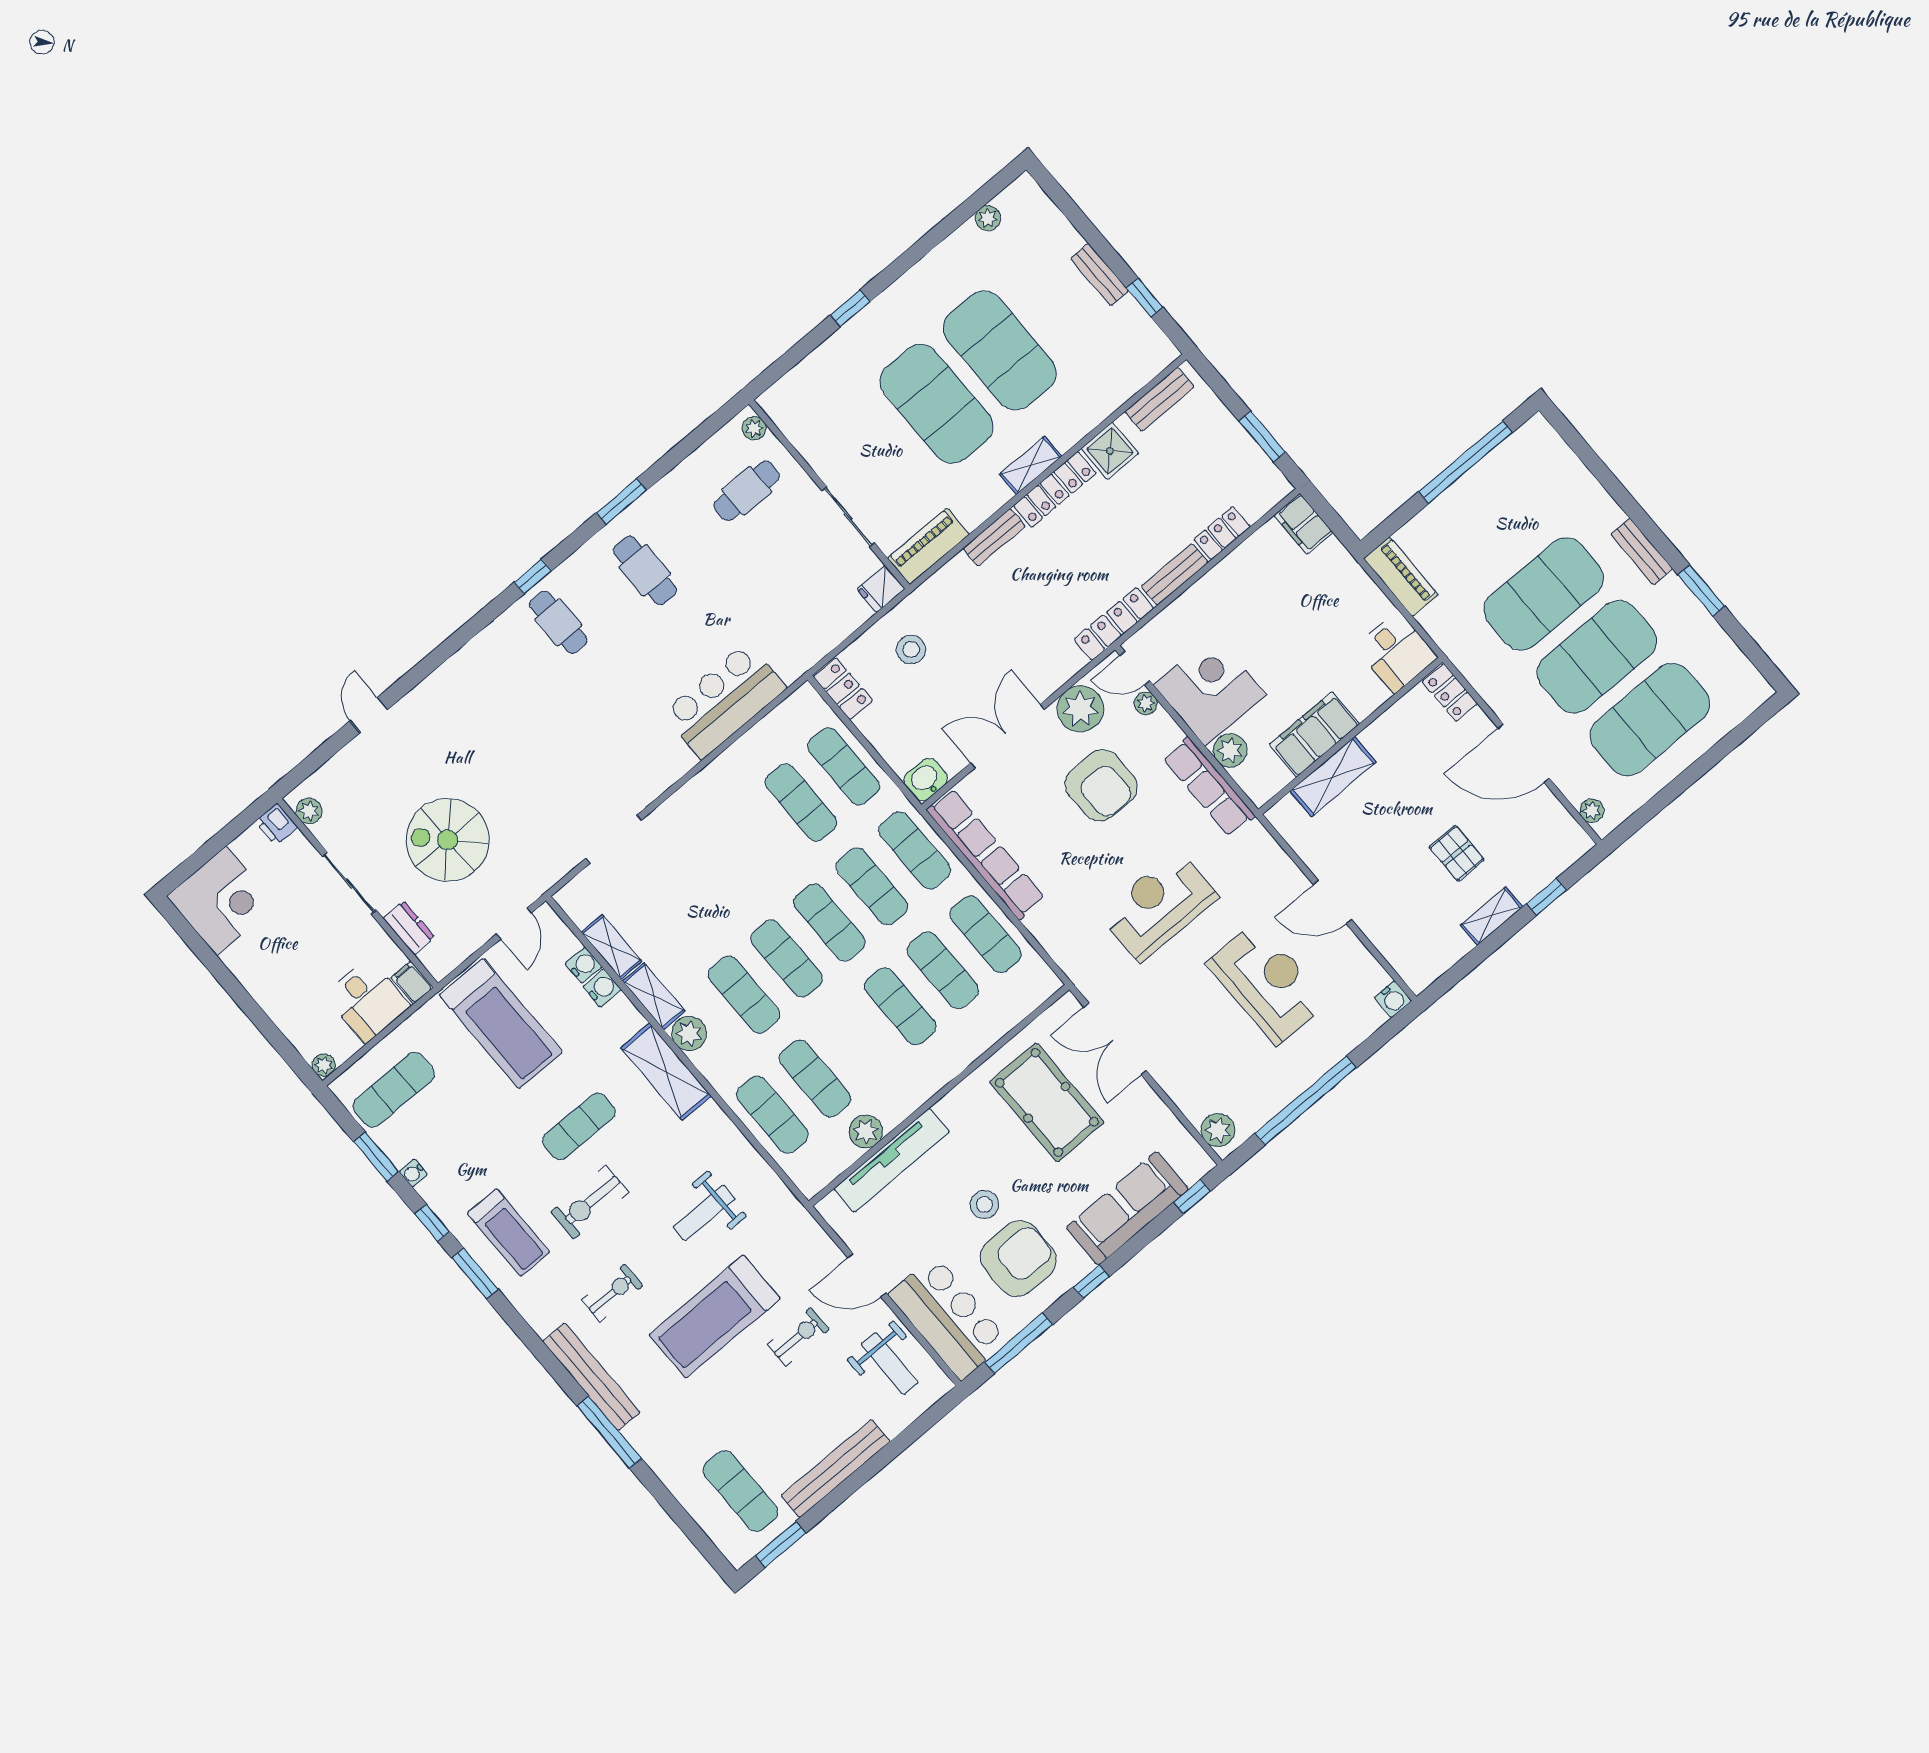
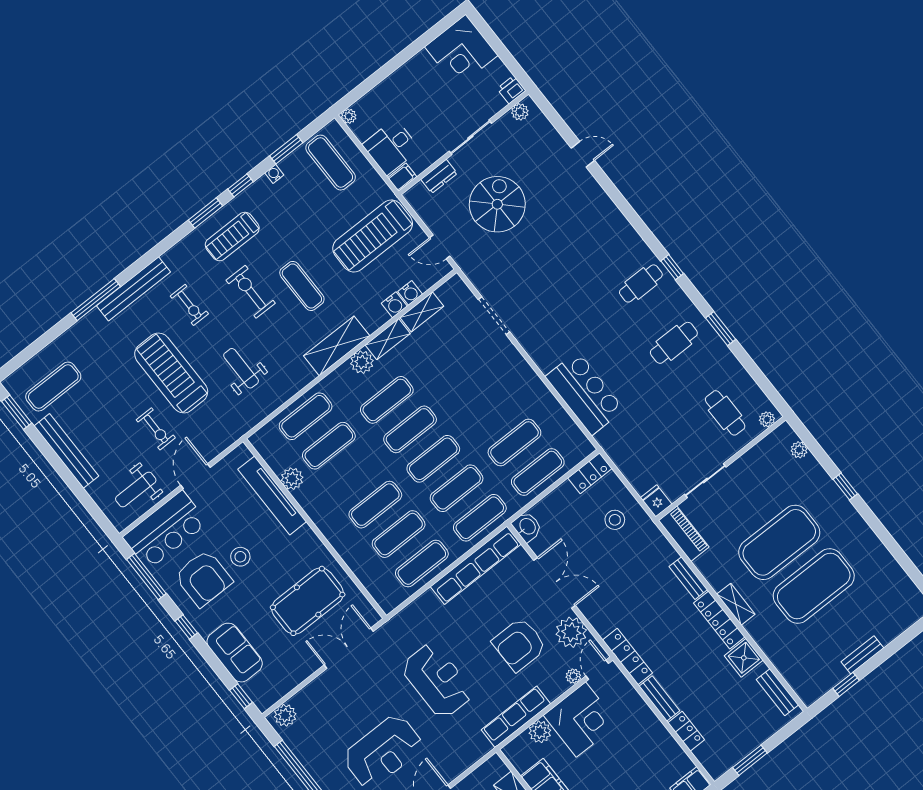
plant: (988, 218) -> (799, 450), moved
sofa: (1127, 1208) -> (235, 653), width x0.73

